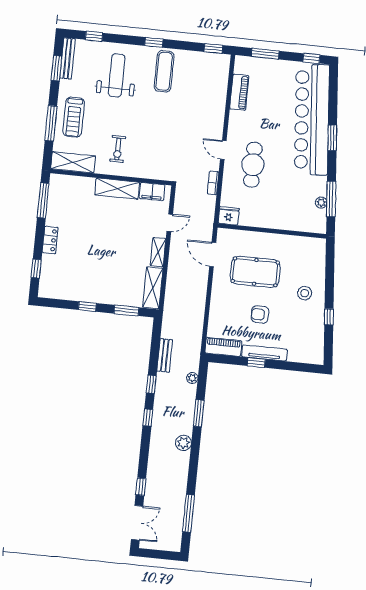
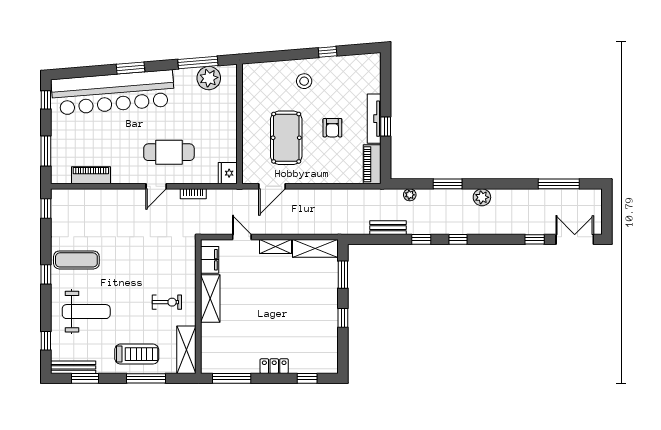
weight bench: (117, 75) -> (86, 312), turned 180
plant: (321, 203) -> (209, 78), width x1.87, depth x1.87

